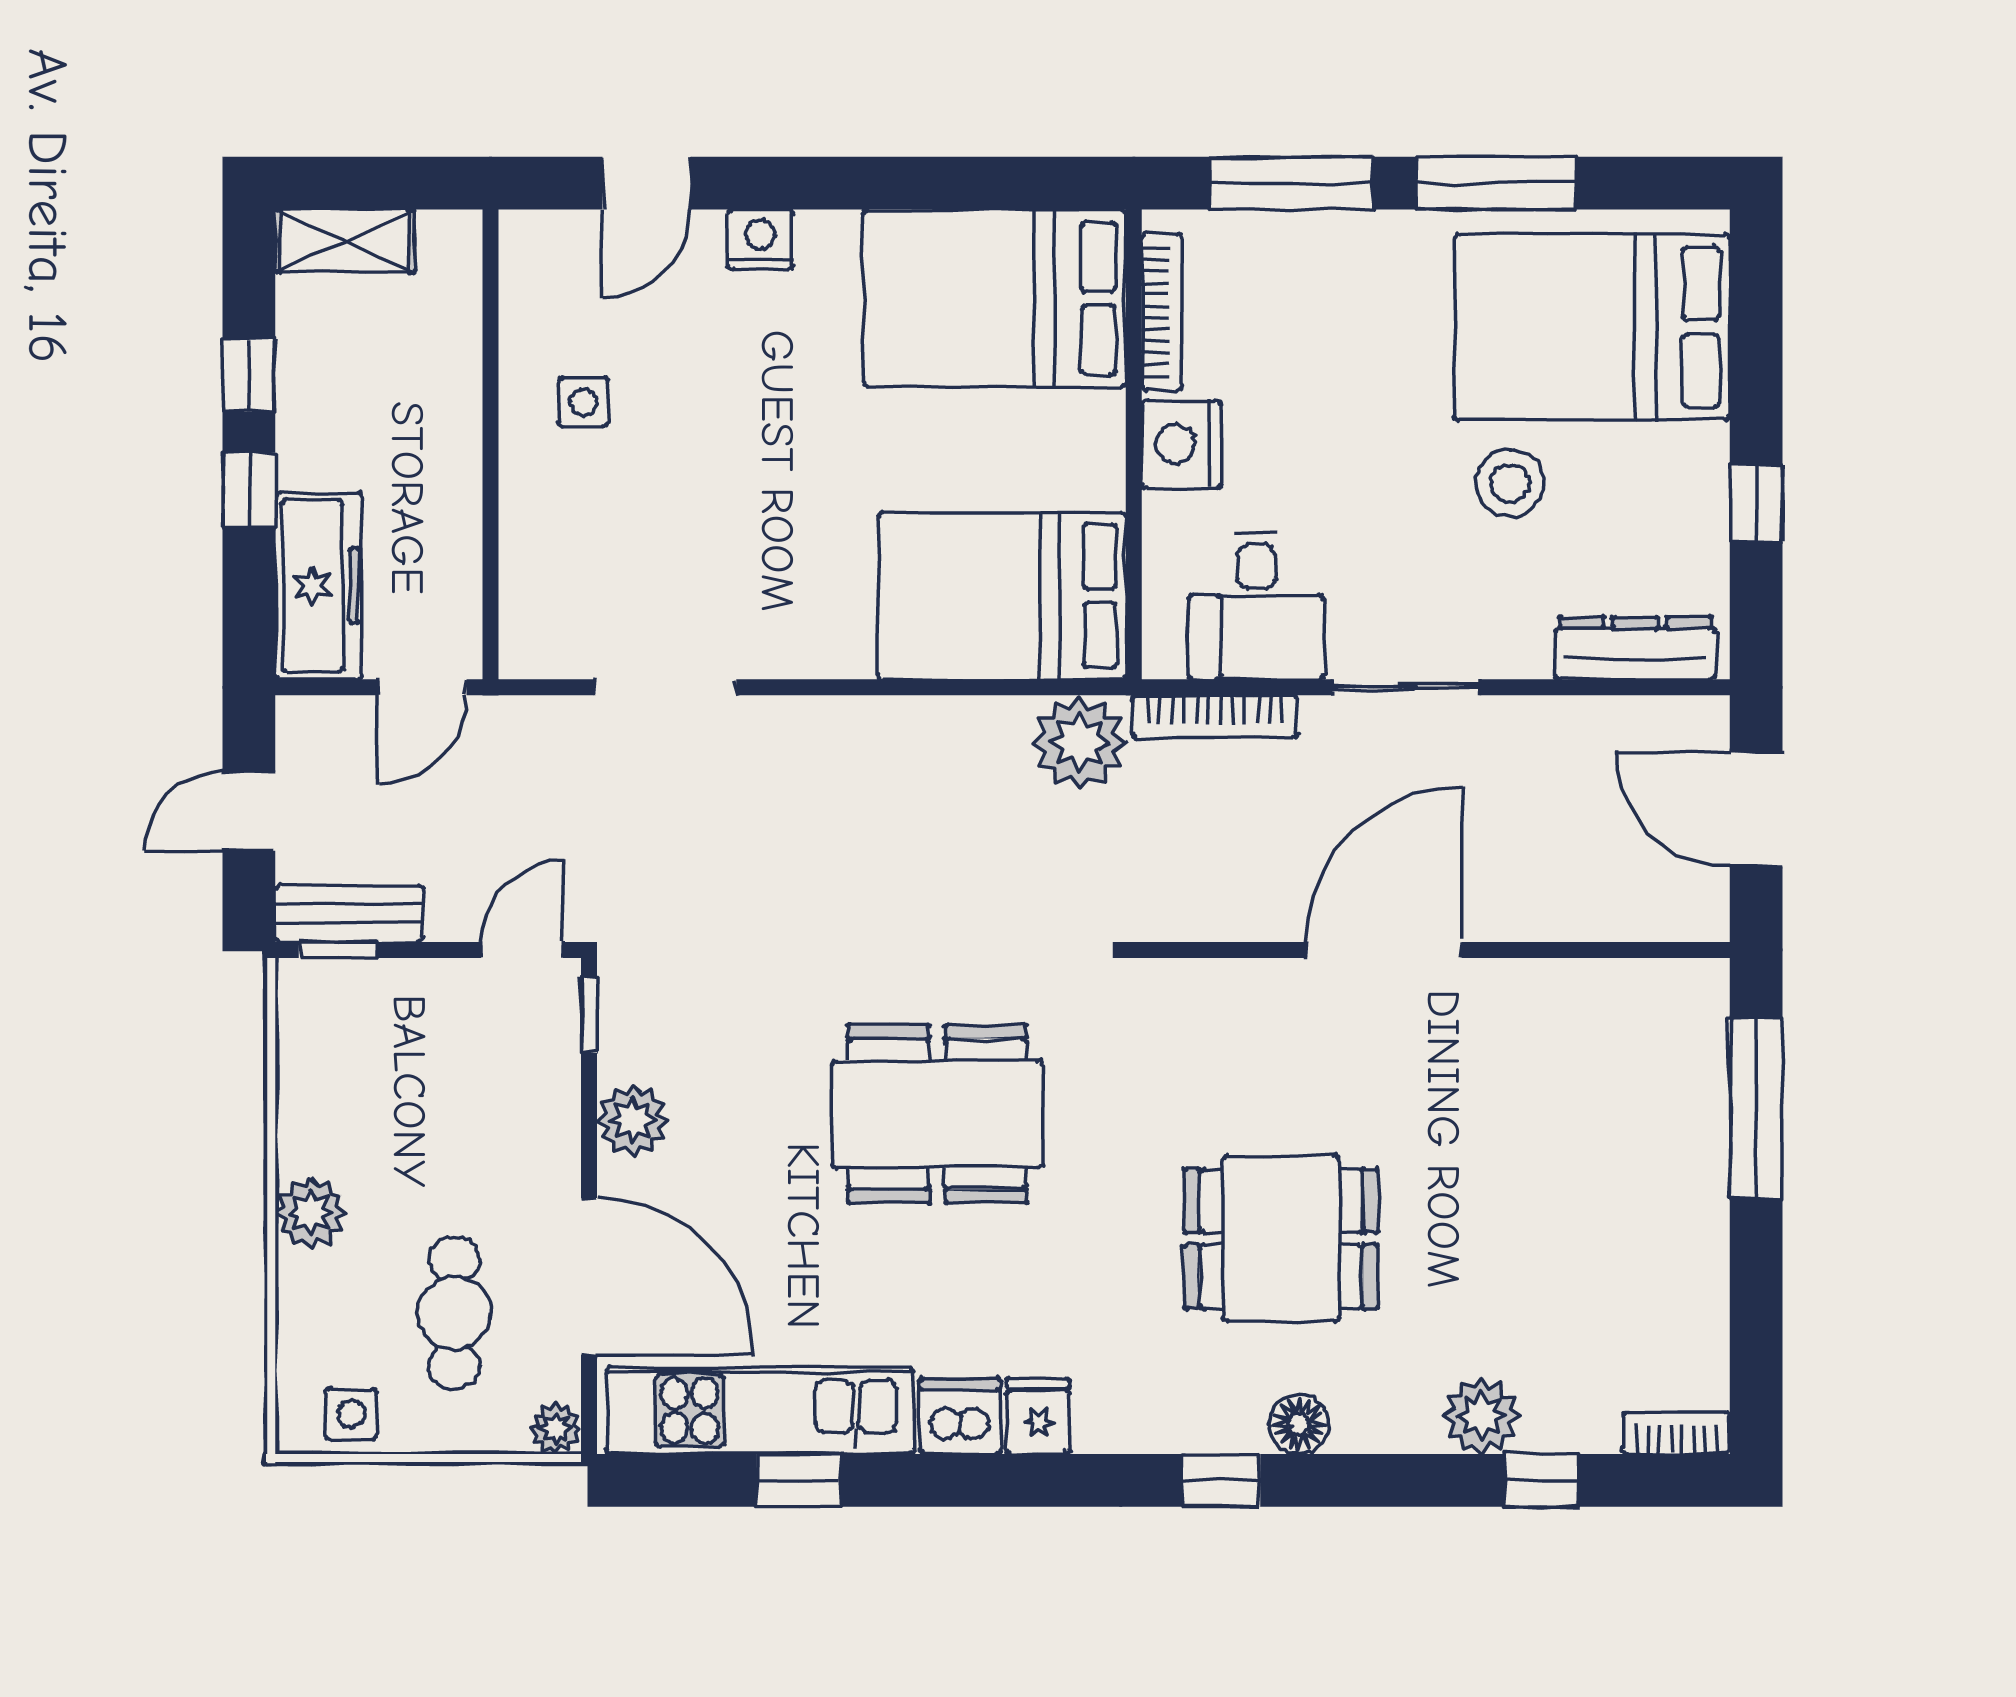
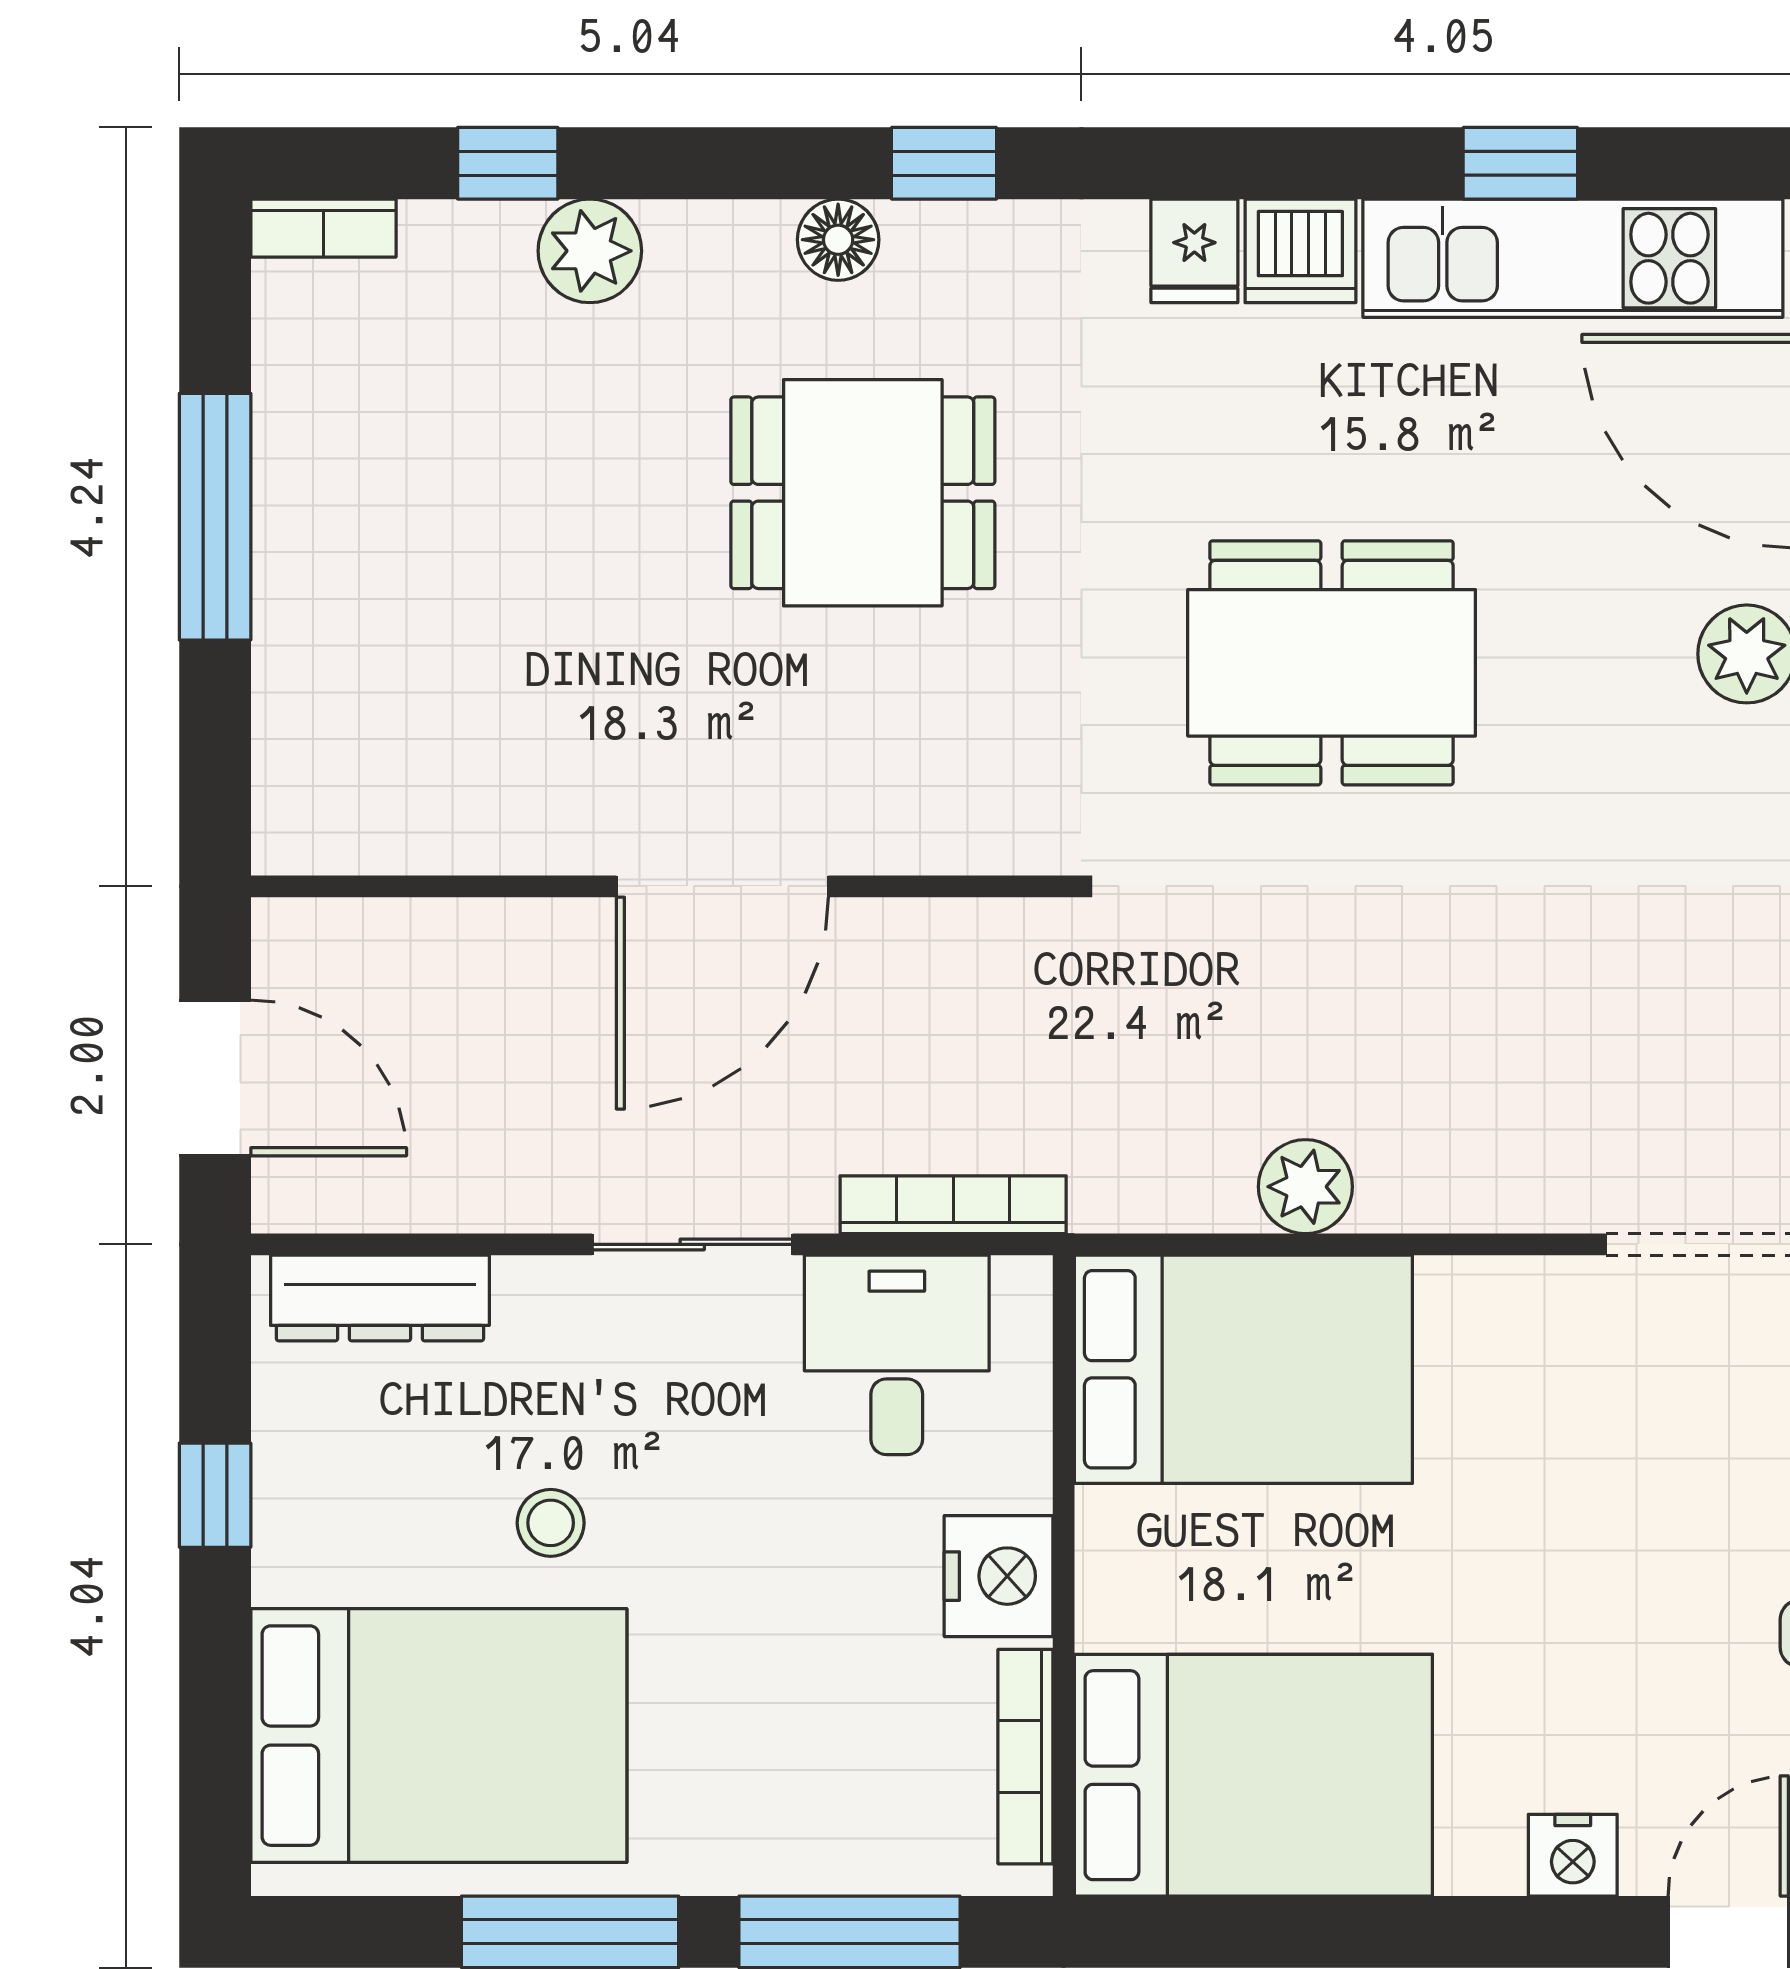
stool: (1510, 483) -> (551, 1523), width x0.73, depth x0.73
plant: (1080, 742) -> (1305, 1187), moved, width x0.73, depth x0.73
window: (1756, 1108) -> (215, 517), moved

